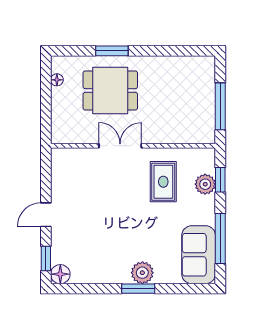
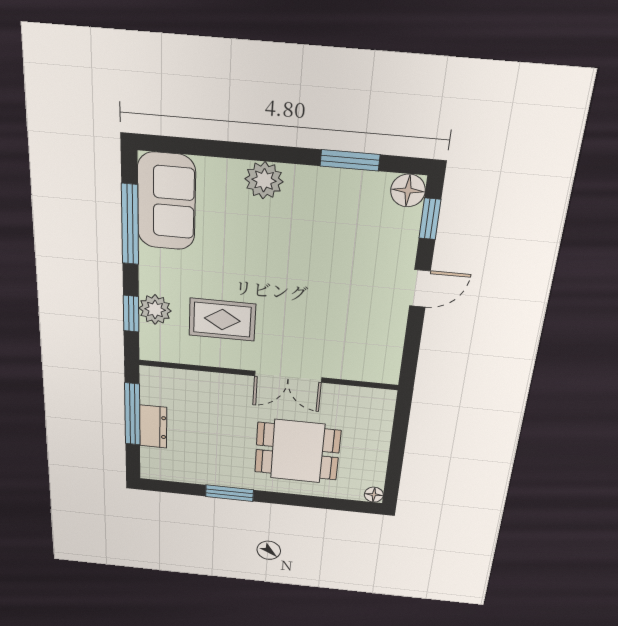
window: (112, 51) -> (230, 493), moved
floor lamp: (57, 80) -> (374, 495), moved
dresser: (206, 98) -> (153, 427), added
rug: (163, 182) -> (222, 320), turned 90
window: (138, 289) -> (350, 160), moved

